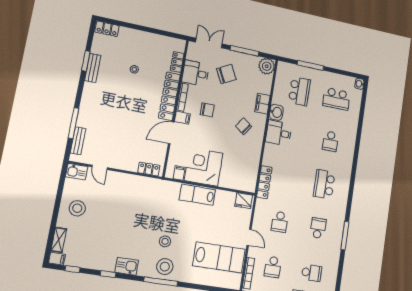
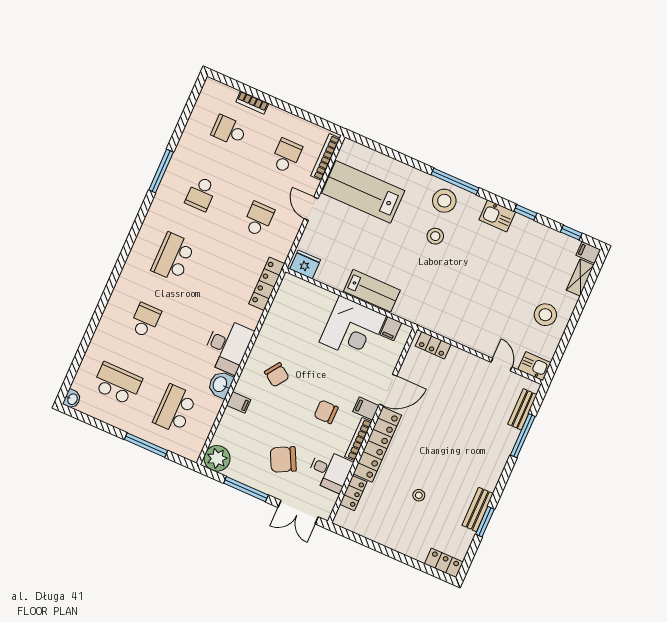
filing cabinet: (262, 104) -> (239, 402), width x0.50
desk: (279, 133) -> (228, 346), width x1.37
school desk: (324, 184) -> (173, 257), turned 180

